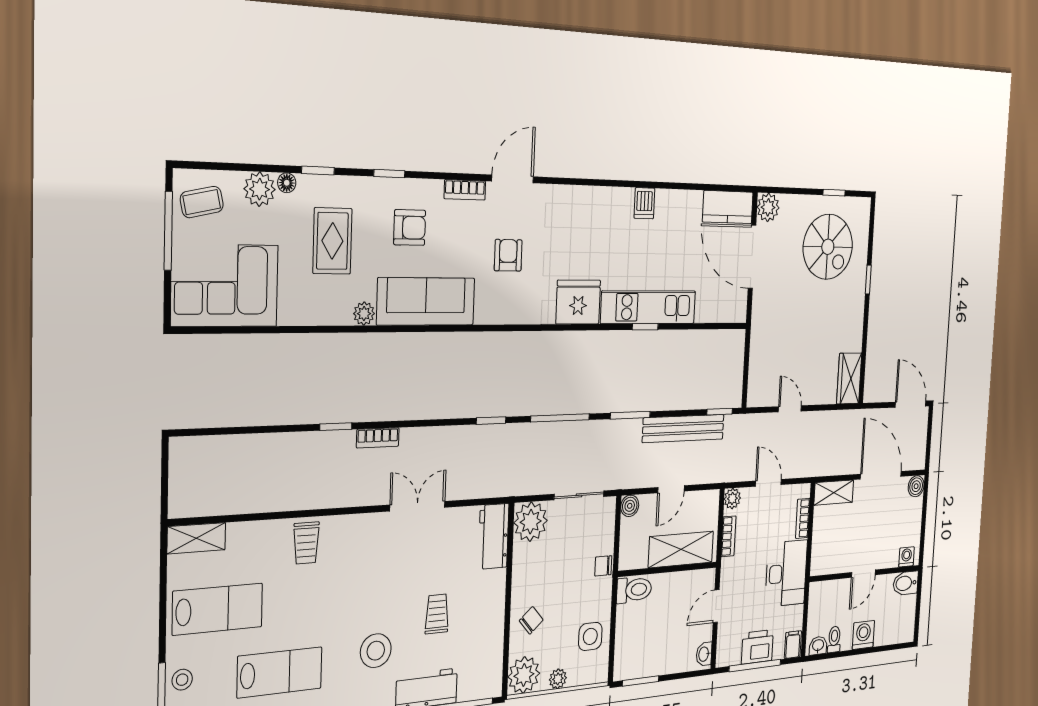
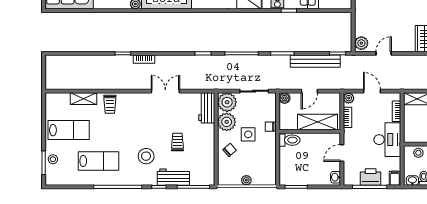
plant: (758, 390) -> (361, 43), added
door: (790, 409) -> (384, 53), hinge flipped
shelving: (196, 538) -> (84, 99), moved
stool: (830, 593) -> (418, 153), added
side table: (590, 636) -> (248, 134), moved
plant: (524, 675) -> (227, 122), moved

